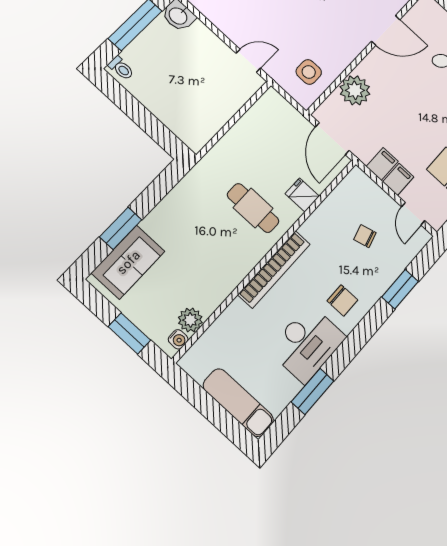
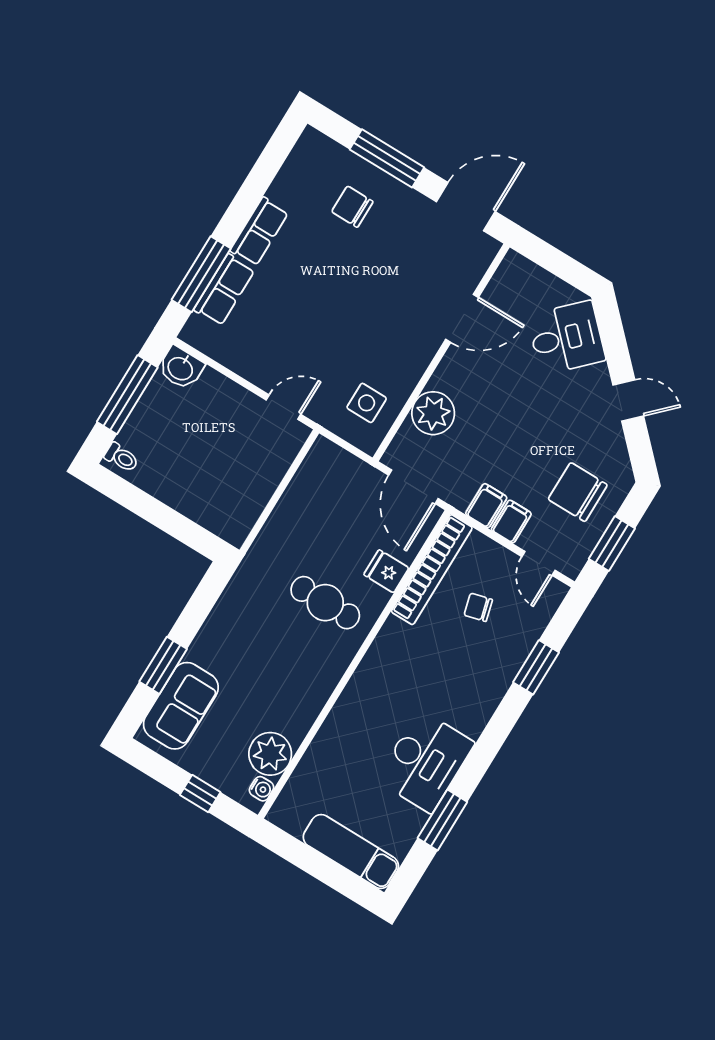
bookcase: (274, 269) -> (432, 570), moved
chair: (342, 300) -> (462, 697), removed
plant: (190, 320) -> (270, 754), width x1.36, depth x1.36
window: (129, 333) -> (200, 794), width x0.67

